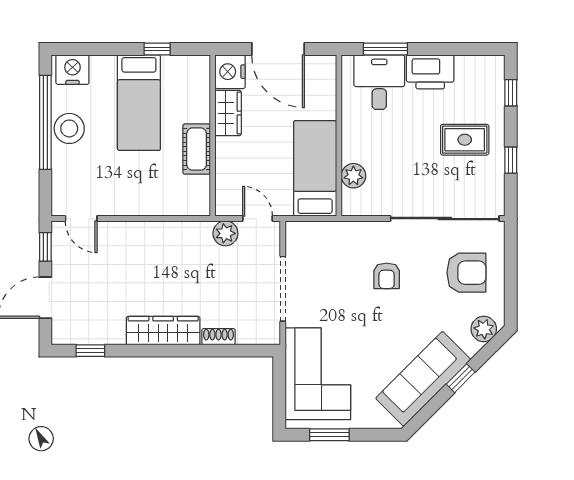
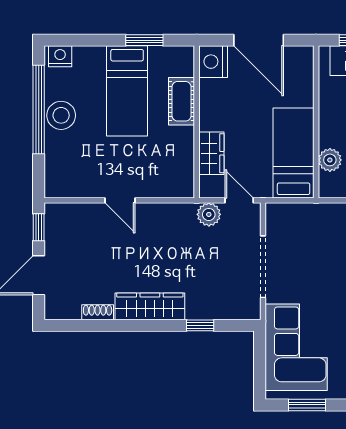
window: (157, 49) -> (144, 40), width x1.50
nightstand: (72, 70) -> (60, 56), width x0.74, depth x0.75
wardrobe: (228, 113) -> (211, 153), moved
cot: (197, 149) -> (182, 101), moved
door: (81, 219) -> (120, 200), moved
shoe rack: (219, 337) -> (98, 312), moved
window: (90, 351) -> (200, 325), moved

